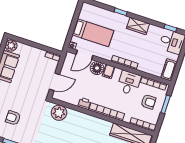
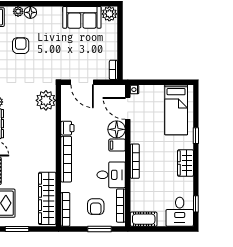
bed: (93, 33) -> (176, 110), moved

